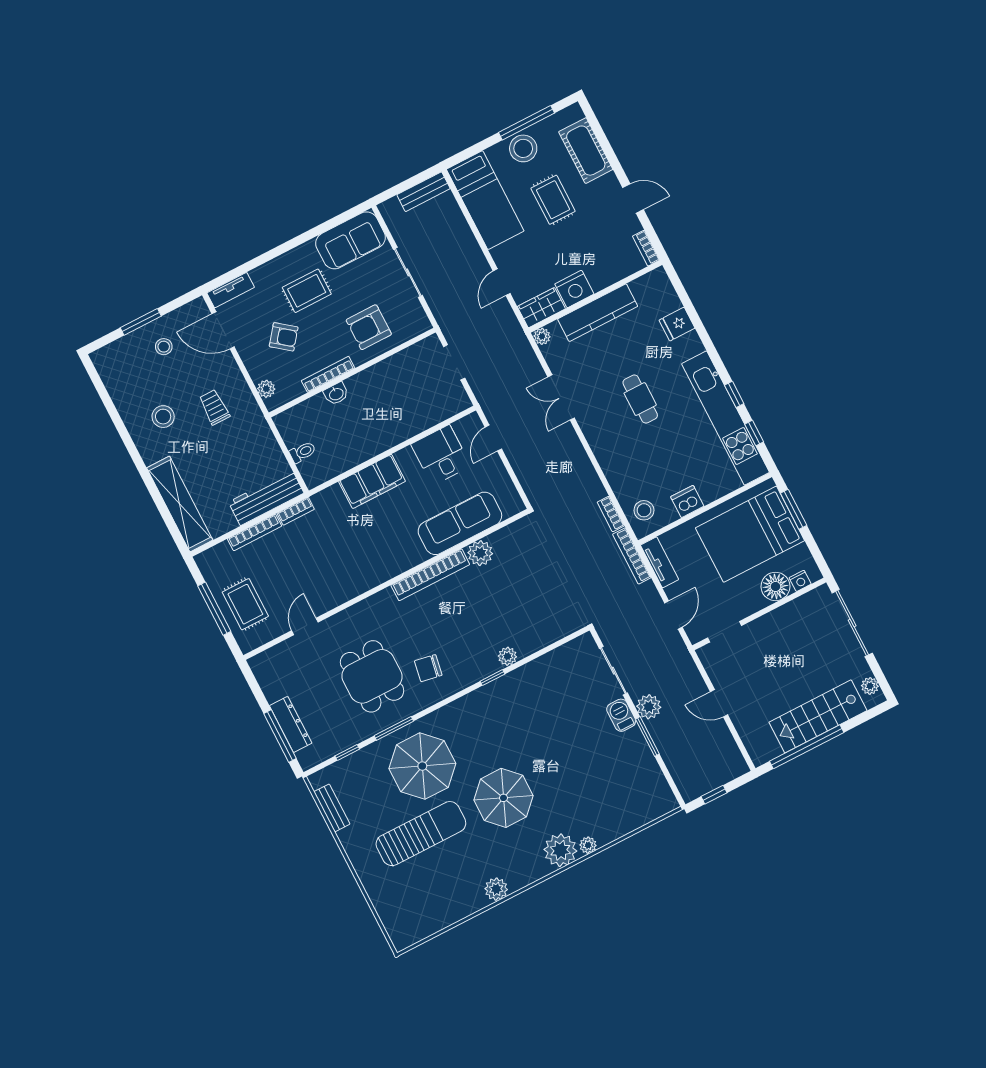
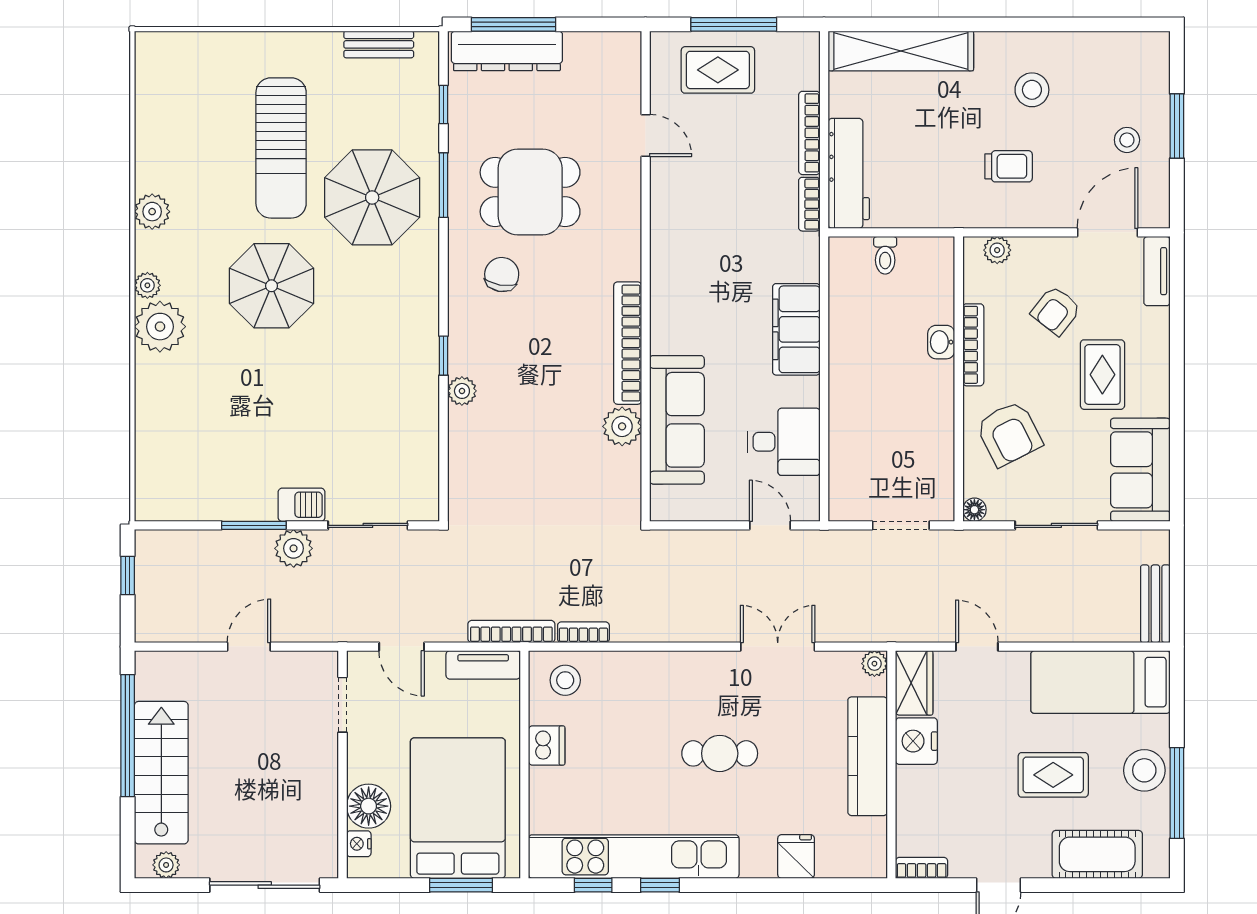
floor lamp: (423, 324) -> (974, 510), added
armchair: (369, 327) -> (1009, 434), turned 153
dresser: (291, 724) -> (507, 51), width x1.37, depth x1.24
plant: (588, 845) -> (147, 285), moved

